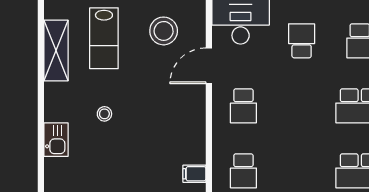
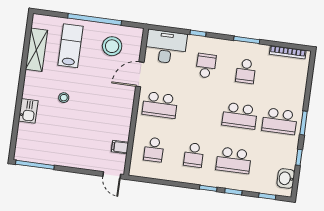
lab bench: (104, 38) -> (70, 46), turned 180
school desk: (243, 106) -> (160, 105), width x1.85
school desk: (302, 171) -> (194, 155), added

